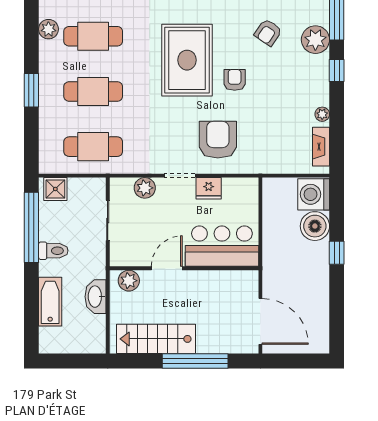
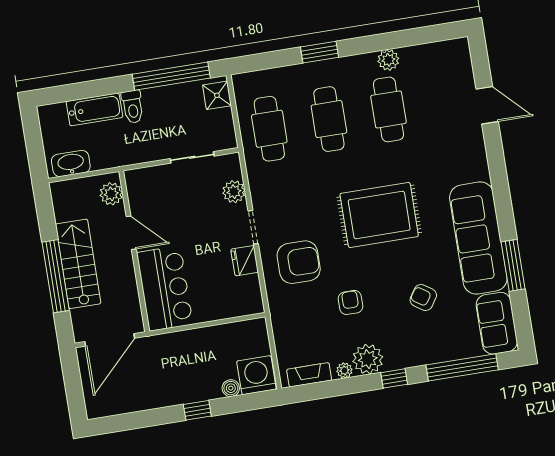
plant: (315, 40) -> (368, 359), moved
armchair: (235, 80) -> (350, 302), moved, turned -90
boiler: (315, 226) -> (231, 388), width x0.54, depth x0.54
bar counter: (222, 246) -> (165, 288), moved
toilet: (53, 251) -> (133, 107), moved
door: (167, 268) -> (131, 233), moved
wall: (184, 268) -> (134, 251), moved
plant: (129, 281) -> (111, 194), moved
washbasin: (95, 297) -> (71, 163), moved
stairs: (156, 339) -> (78, 264), moved

